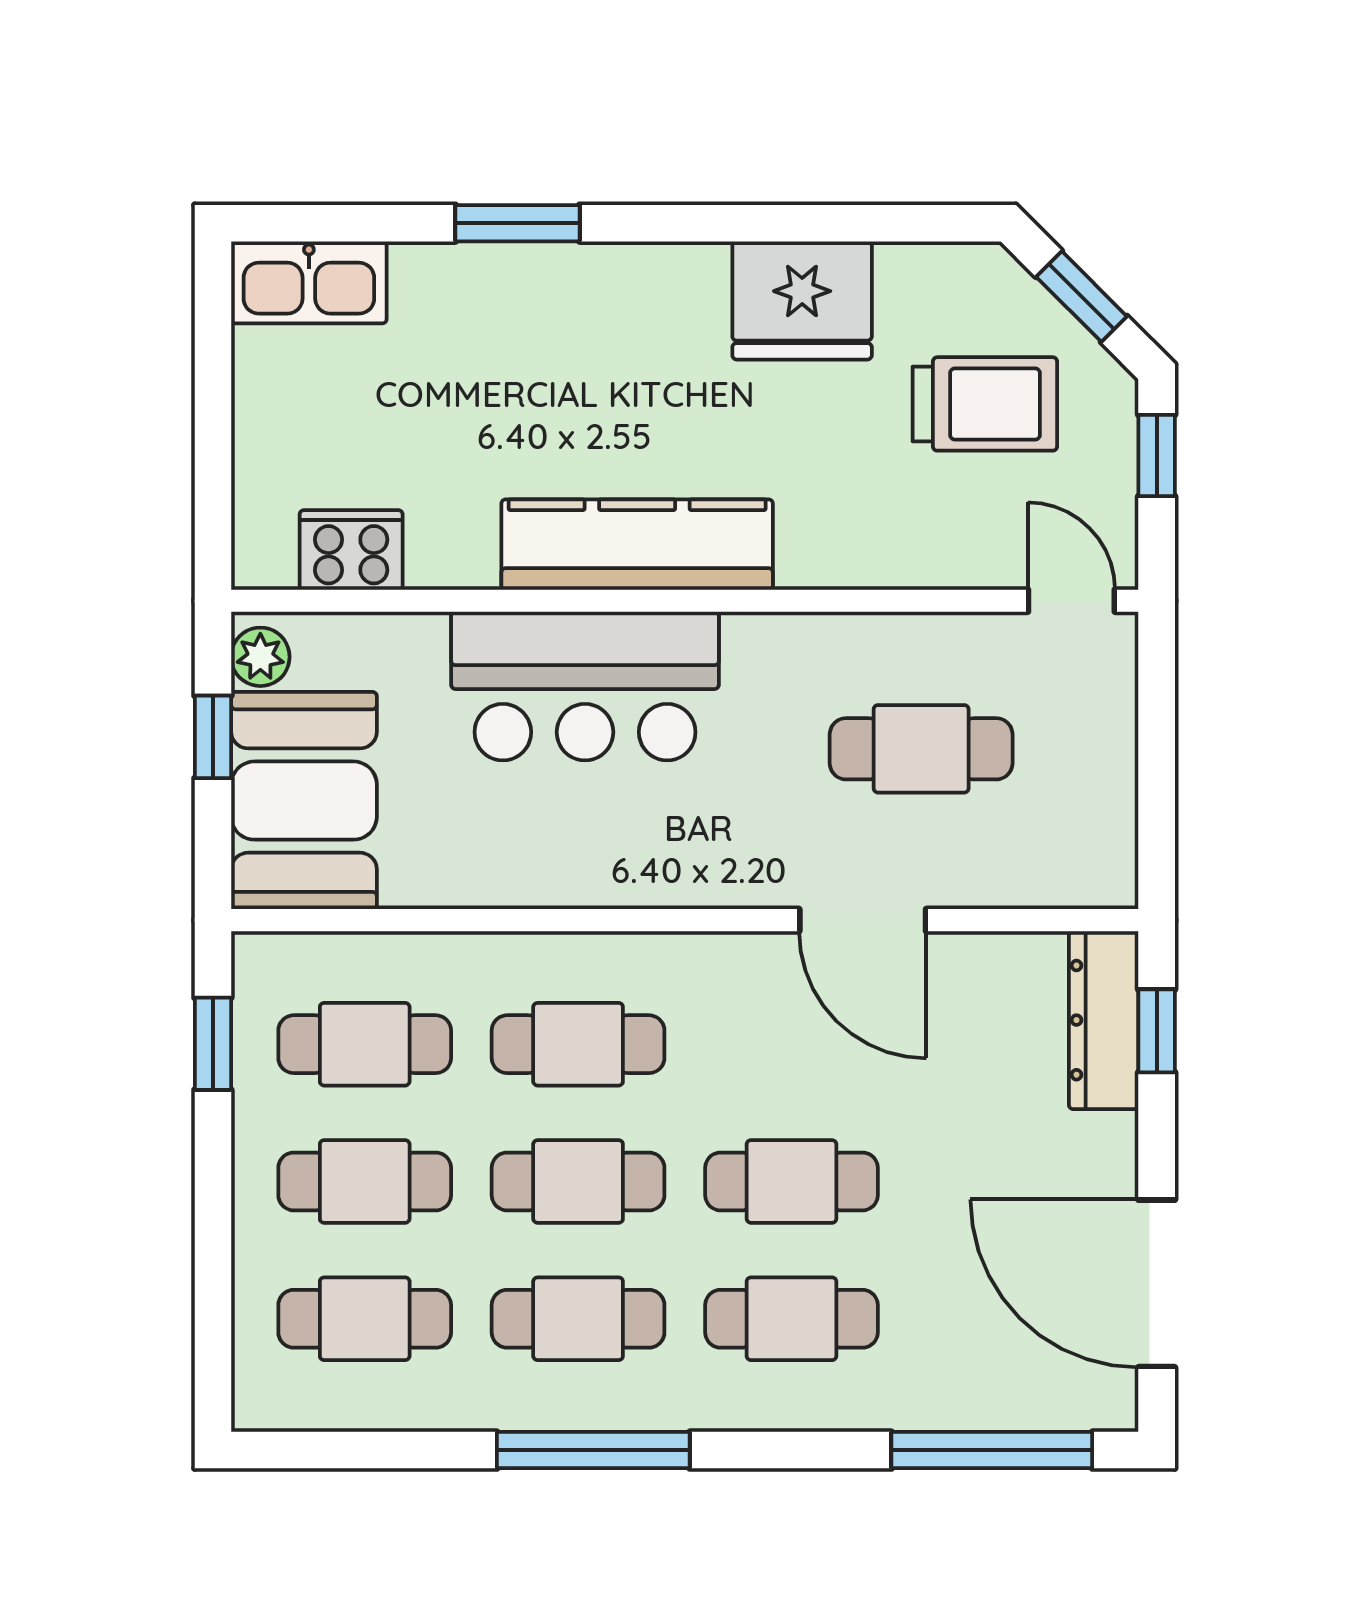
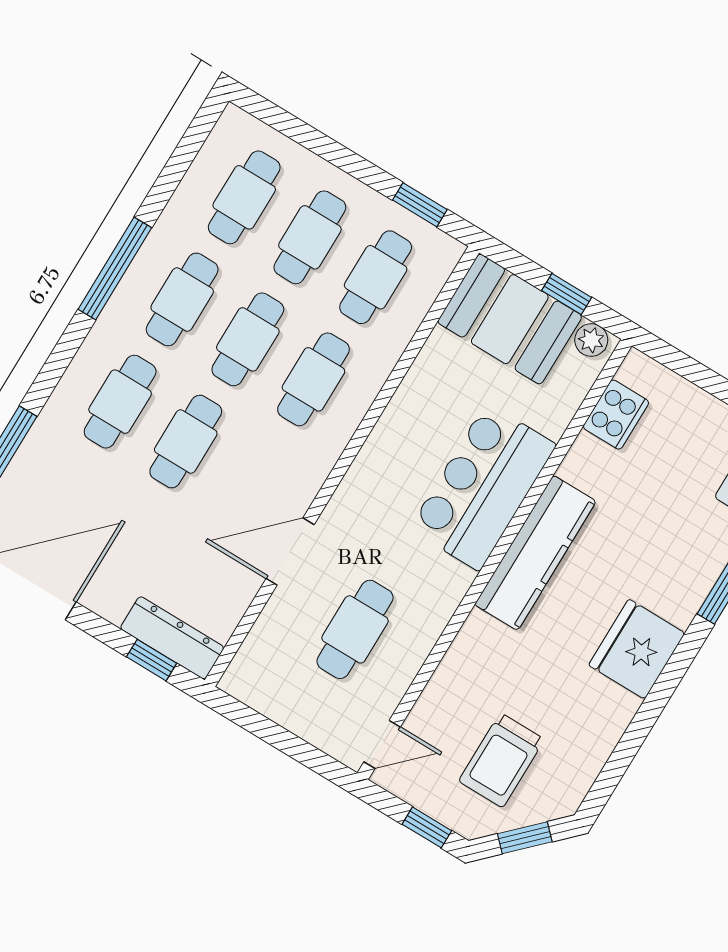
fridge: (802, 300) -> (637, 649), moved

